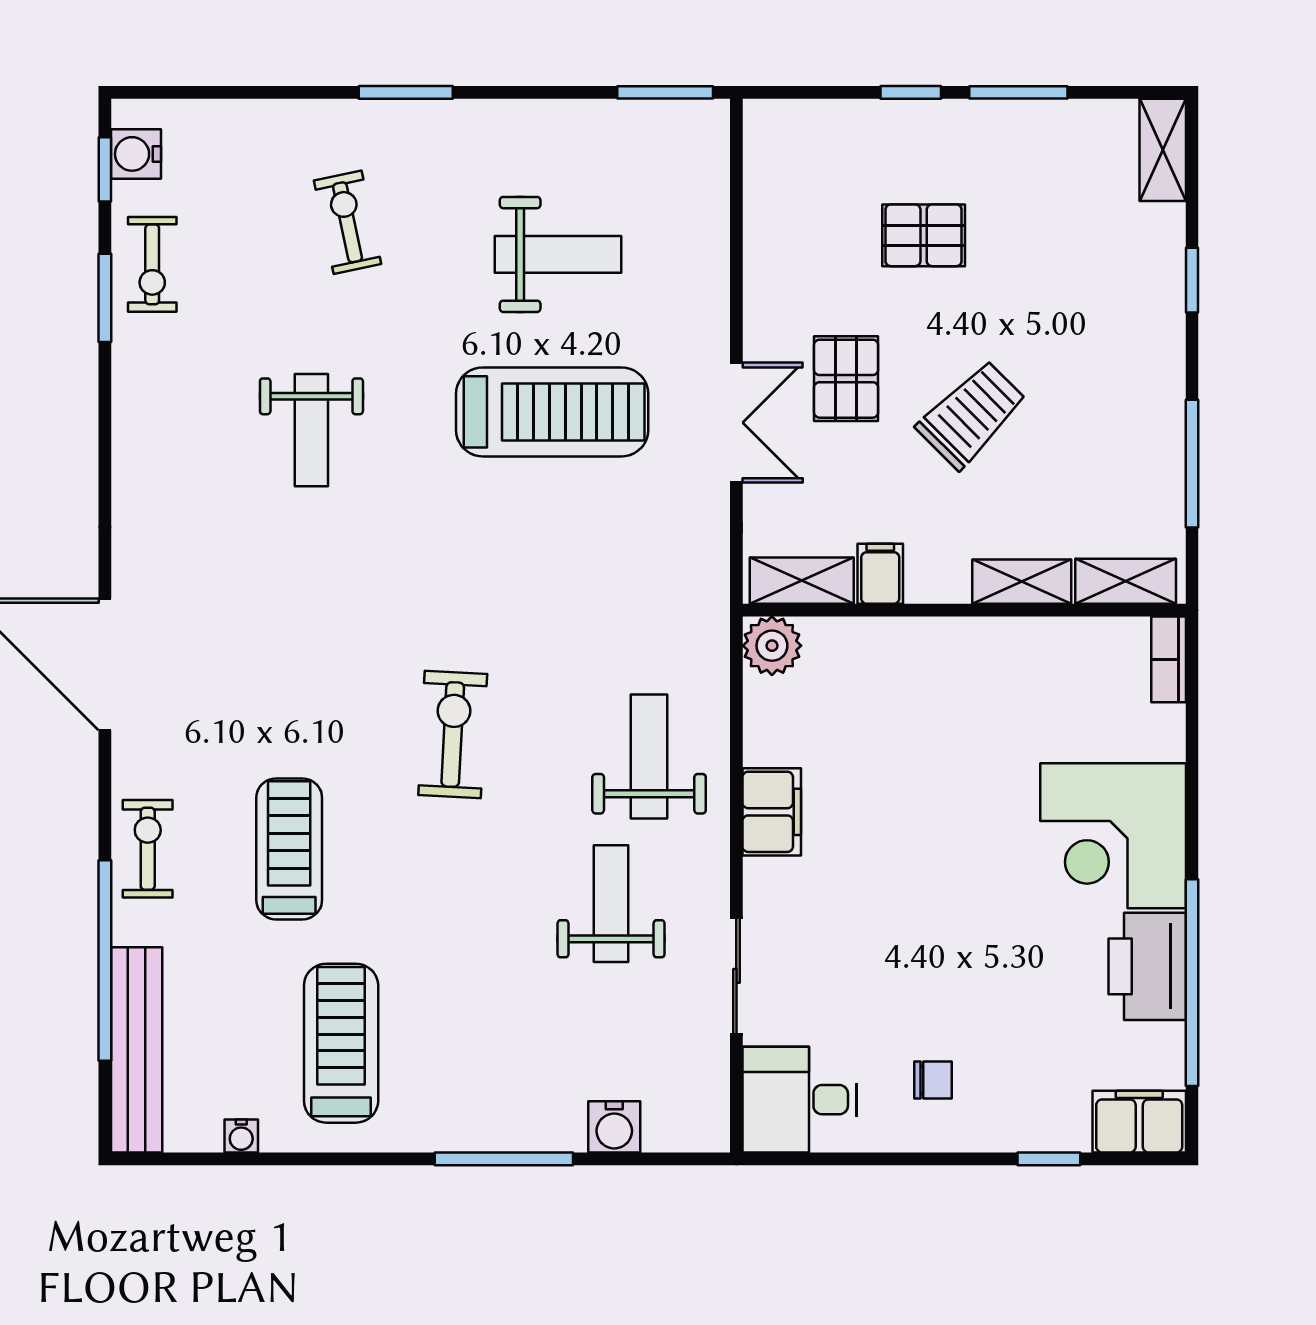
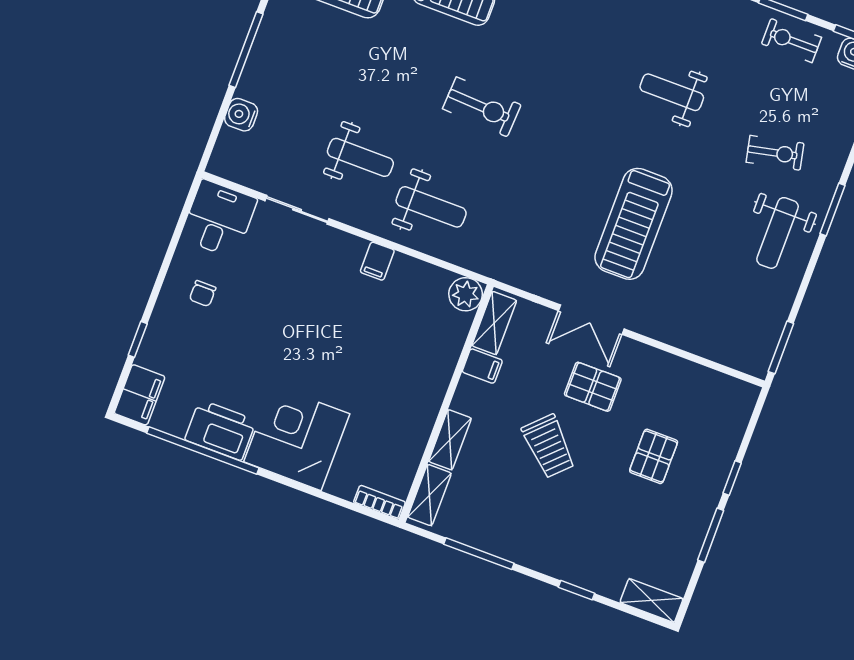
weight bench: (558, 254) -> (778, 233), moved
filing cabinet: (772, 812) -> (377, 261), width x0.50

